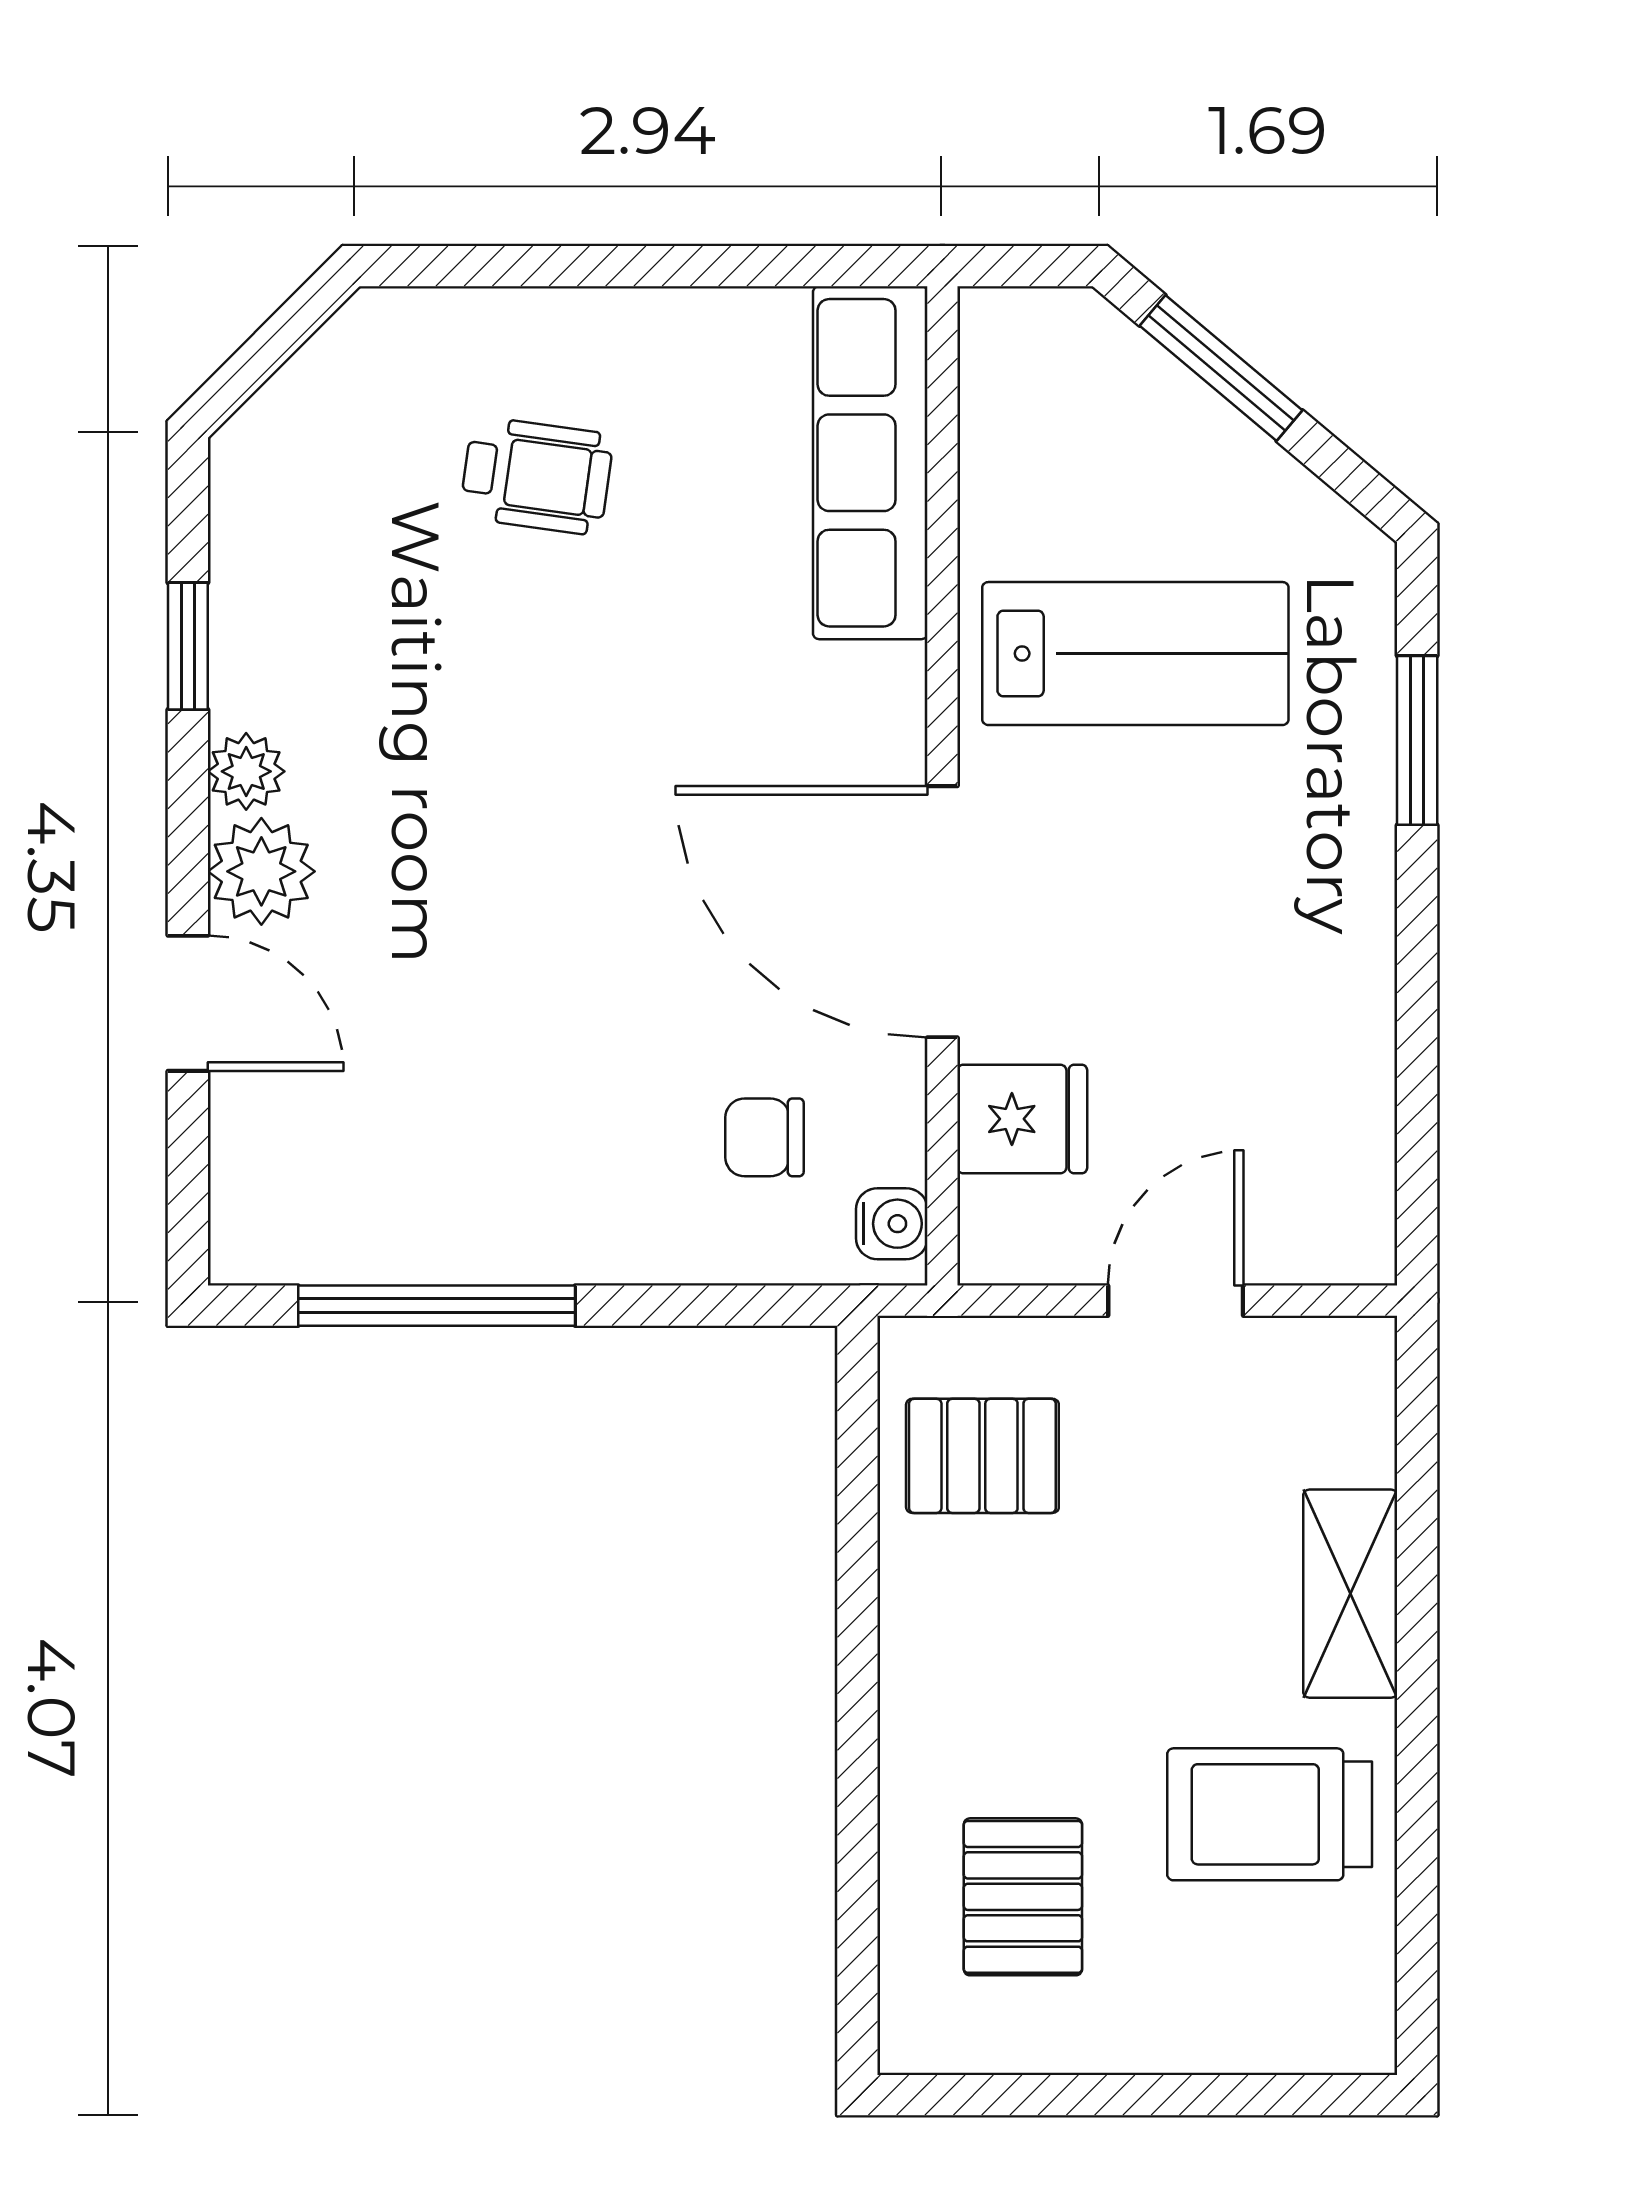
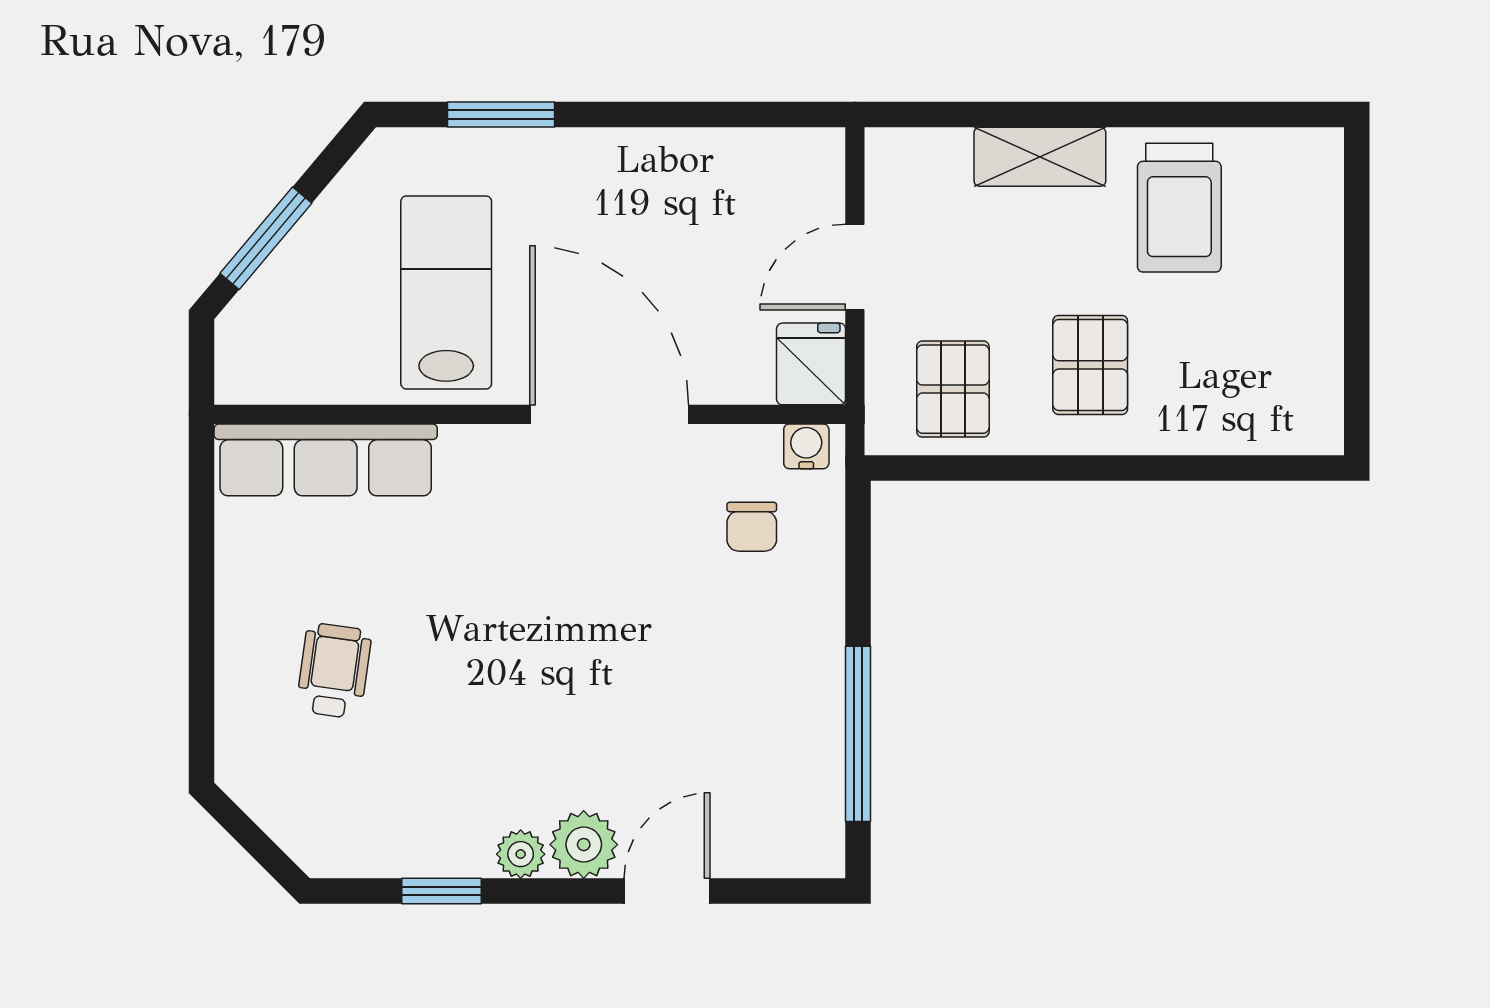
door: (942, 912) -> (609, 414), swing flipped
fridge: (1022, 1119) -> (811, 364), moved
door: (1176, 1301) -> (855, 267), hinge flipped
pallet: (1023, 1897) -> (1090, 365), moved, turned 90

